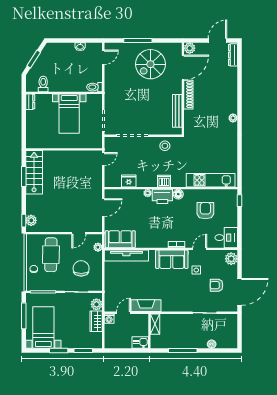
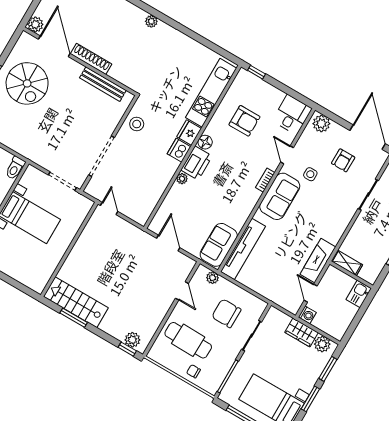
fridge: (129, 181) -> (189, 133), moved
armchair: (205, 211) -> (244, 121), turned 180
plant: (96, 304) -> (322, 344), moved

